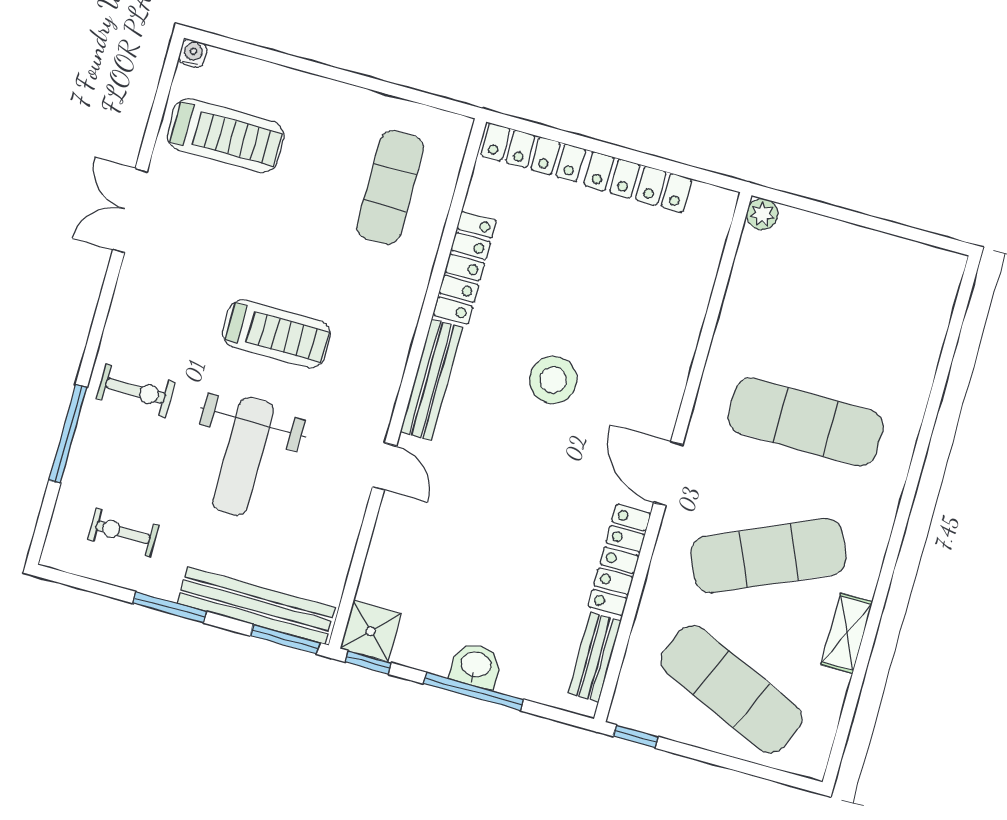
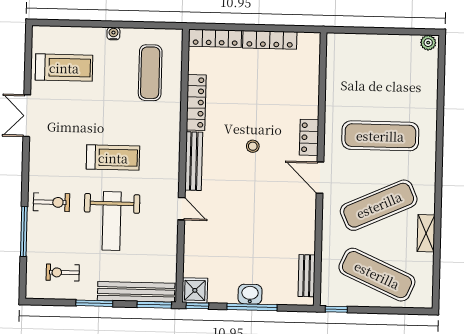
water cooler: (193, 53) -> (113, 34), moved
plant: (762, 214) -> (428, 43), moved
stool: (553, 380) -> (253, 146), width x0.53, depth x0.53
locker: (619, 560) -> (309, 137), moved, width x0.66

